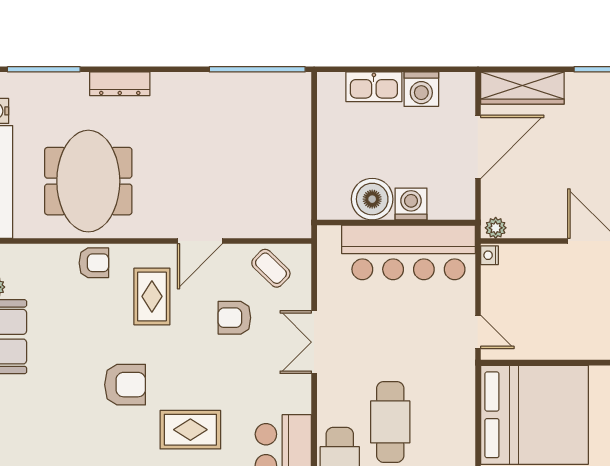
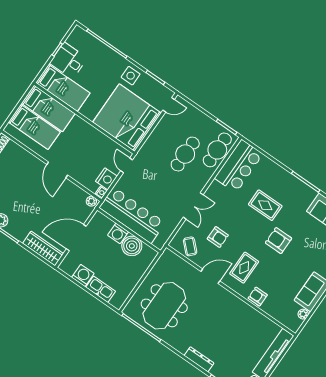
meeting table: (88, 181) -> (164, 306), moved
nightstand: (497, 284) -> (106, 179), added

